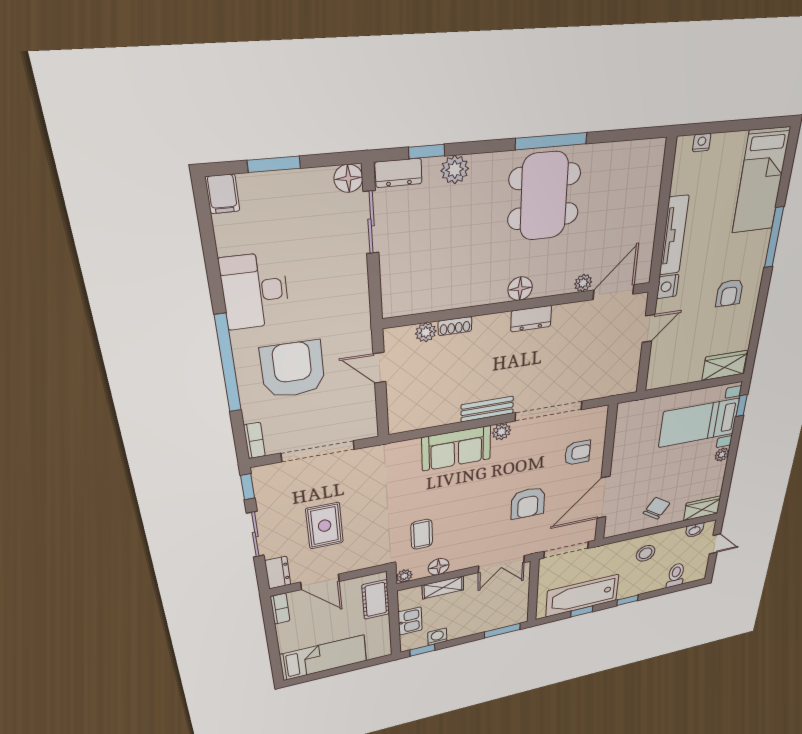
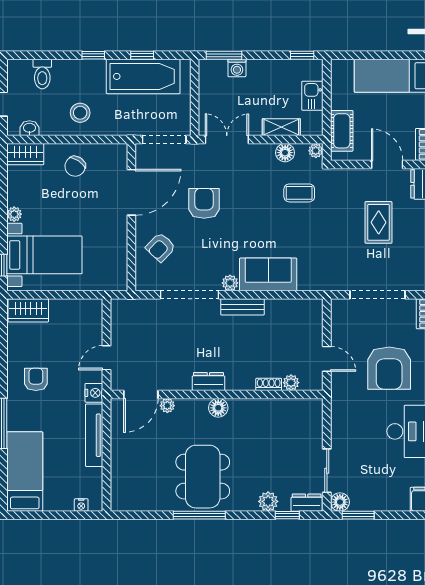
window: (274, 164) -> (358, 515), moved
armchair: (578, 453) -> (161, 247), turned -46
coffee table: (422, 534) -> (299, 193), turned 90
washing machine: (437, 637) -> (237, 68), moved

